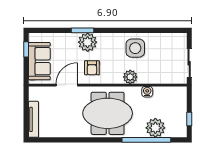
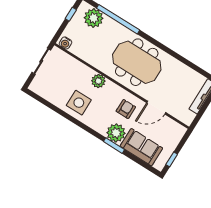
sofa: (39, 61) -> (141, 147), moved, turned 90
water cooler: (147, 92) -> (65, 43), moved
plant: (155, 128) -> (94, 18), moved

